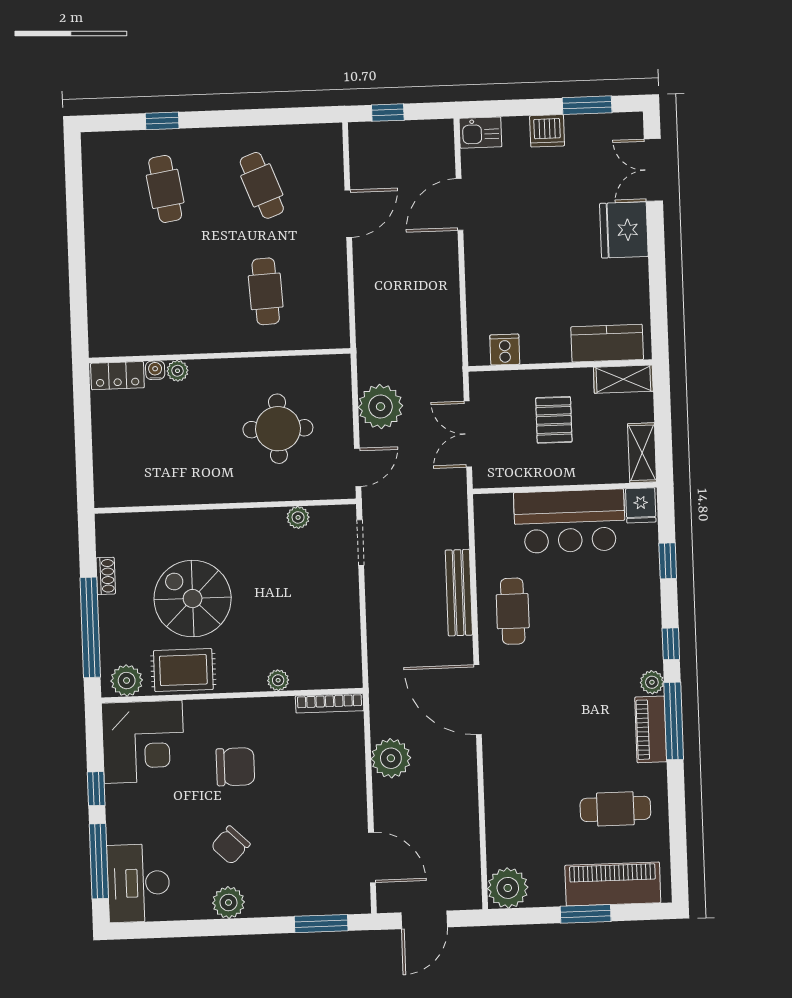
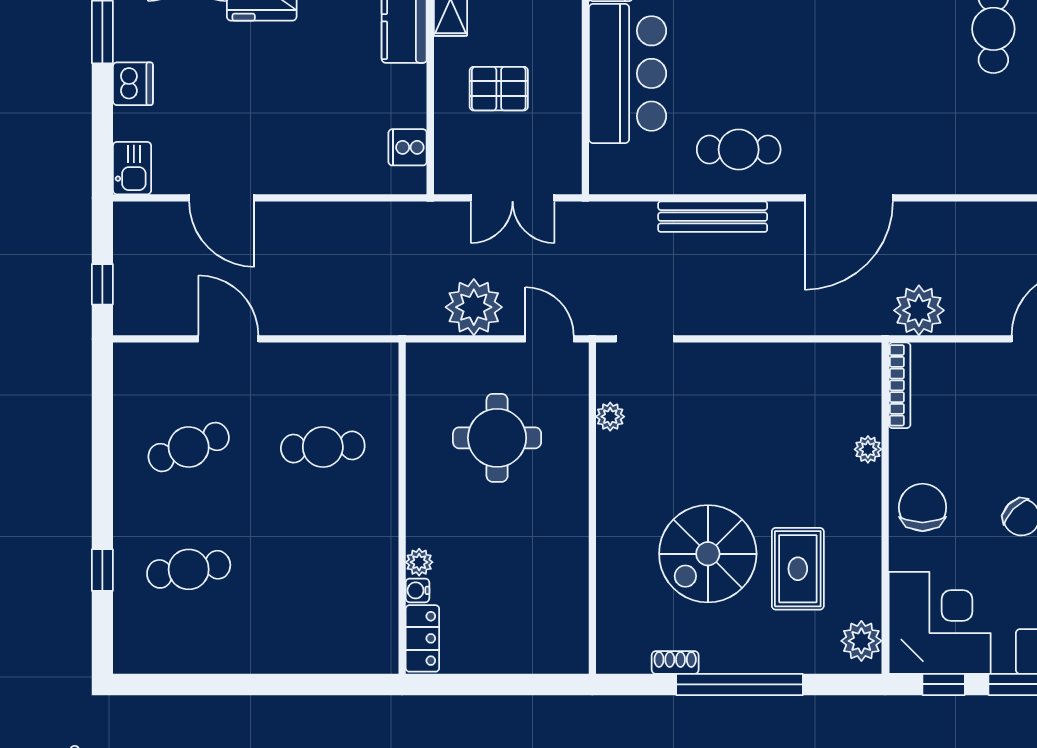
plant: (278, 680) -> (868, 449), moved
plant: (127, 681) -> (861, 641), moved
wall: (232, 695) -> (885, 508), moved
bookcase: (330, 703) -> (900, 385), moved
corner desk: (143, 742) -> (940, 623), moved

